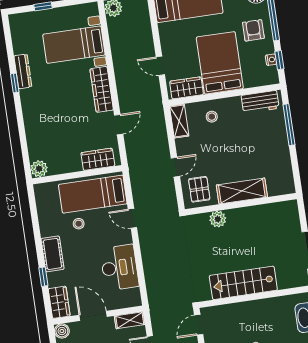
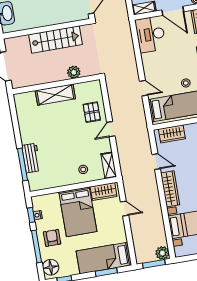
armchair: (253, 30) -> (52, 238), turned 180
workbench: (260, 102) -> (31, 158), moved, turned 90
door: (119, 125) -> (156, 162), swing flipped
shelving: (242, 191) -> (55, 95), moved
wall: (241, 204) -> (56, 84), moved
plant: (218, 219) -> (74, 72), moved
desk: (119, 268) -> (150, 34), moved

